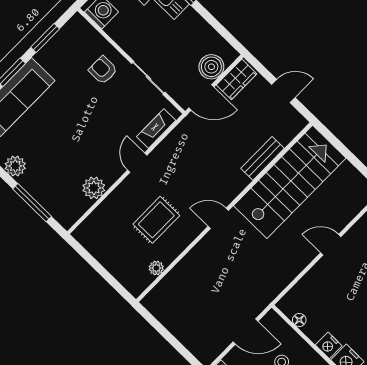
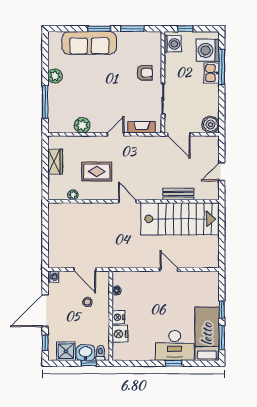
boiler: (211, 67) -> (211, 125), moved
armchair: (103, 70) -> (145, 73), turned 90
wardrobe: (237, 79) -> (55, 162), moved, turned -90
door: (283, 91) -> (222, 172), swing flipped

